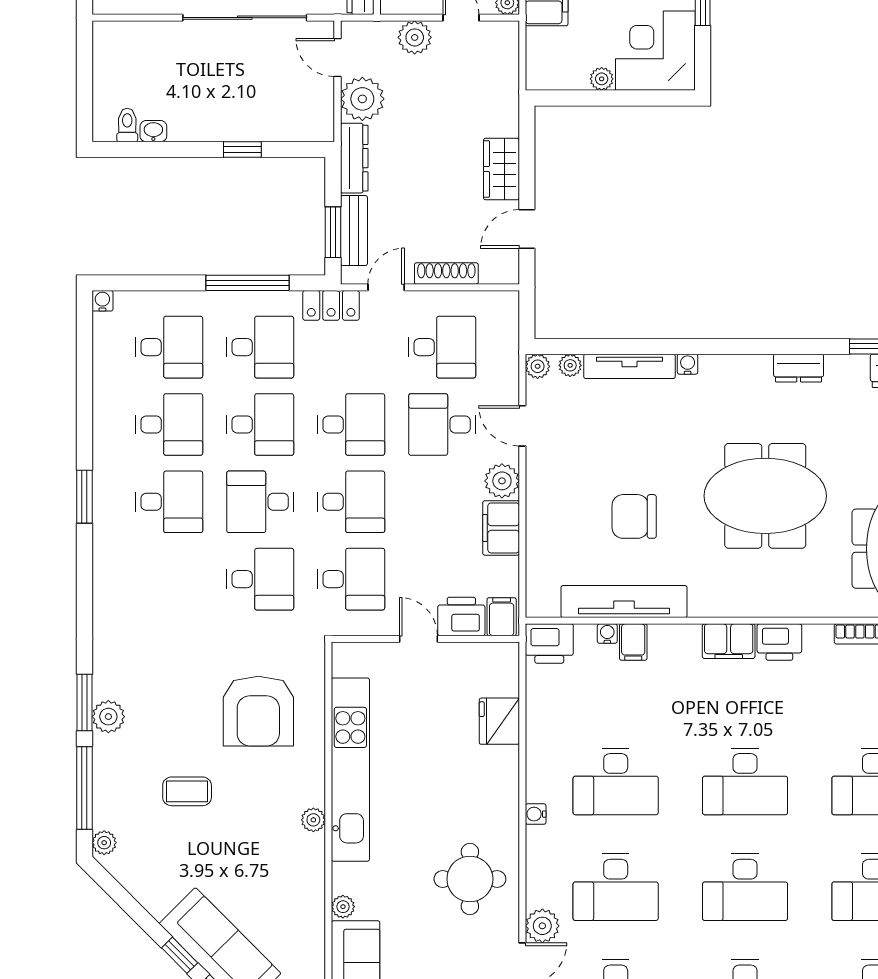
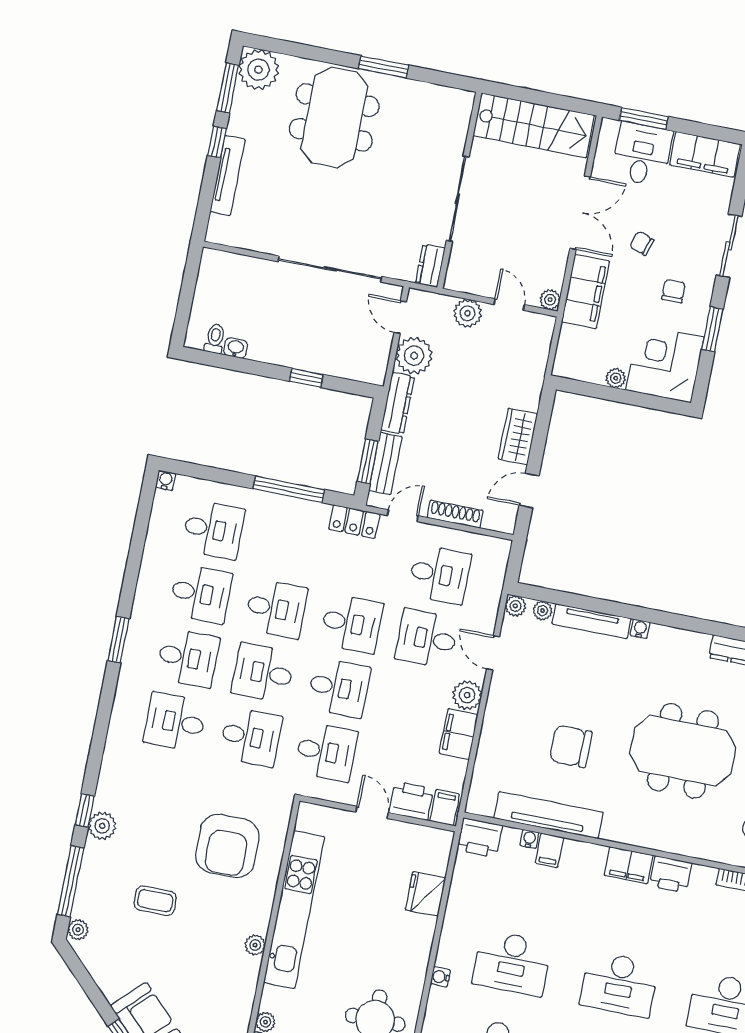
desk: (260, 347) -> (175, 722), moved, turned 180
window: (84, 703) -> (85, 810), width x0.67

